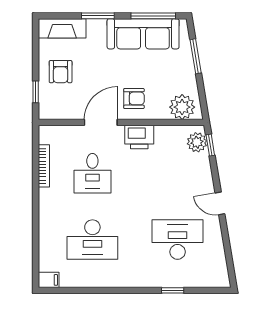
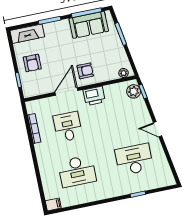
sofa: (143, 34) -> (89, 25), width x0.73
plant: (182, 107) -> (123, 73), width x0.53, depth x0.53
desk: (92, 173) -> (68, 127), turned 180

